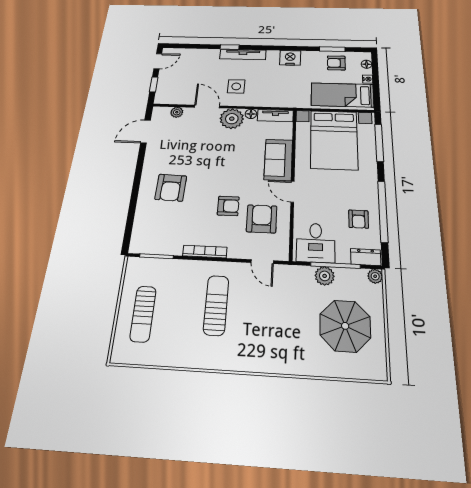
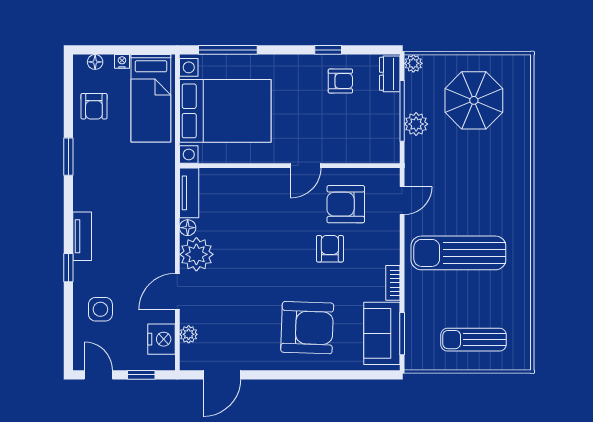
window: (332, 49) -> (68, 157), moved
tv unit: (243, 55) -> (82, 236), width x0.71
nightstand: (290, 58) -> (161, 339), moved, turned 180
side table: (236, 86) -> (100, 309), moved
door: (146, 131) -> (222, 375), hinge flipped
sofa: (278, 160) -> (382, 333), moved, turned 90
armchair: (171, 188) -> (307, 328), width x1.36, depth x1.36
window: (383, 211) -> (328, 50), width x0.32
desk: (316, 243) -> (374, 135), removed
bookcase: (205, 252) -> (393, 283), width x0.64
sun lounger: (216, 305) -> (458, 253), width x1.36, depth x1.34
sun lounger: (143, 314) -> (473, 340), turned 180

